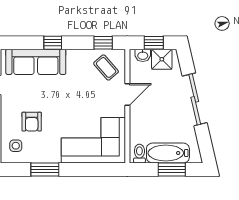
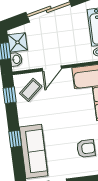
door: (127, 94) -> (52, 68), swing flipped

